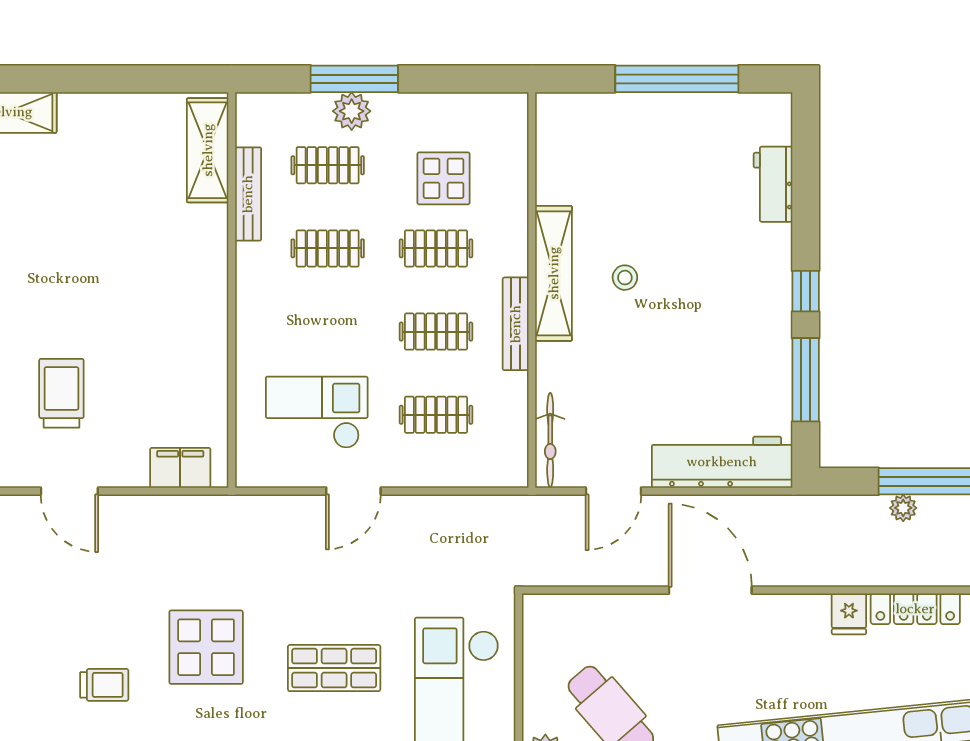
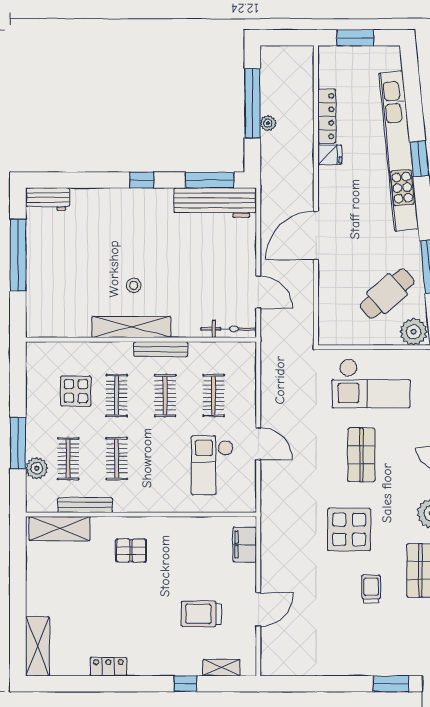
plant: (352, 111) -> (37, 468), moved
workbench: (773, 184) -> (47, 199), moved
pallet: (170, 273) -> (131, 550), added
window: (806, 380) -> (210, 180), moved
workbench: (722, 462) -> (215, 203), moved, turned -90

